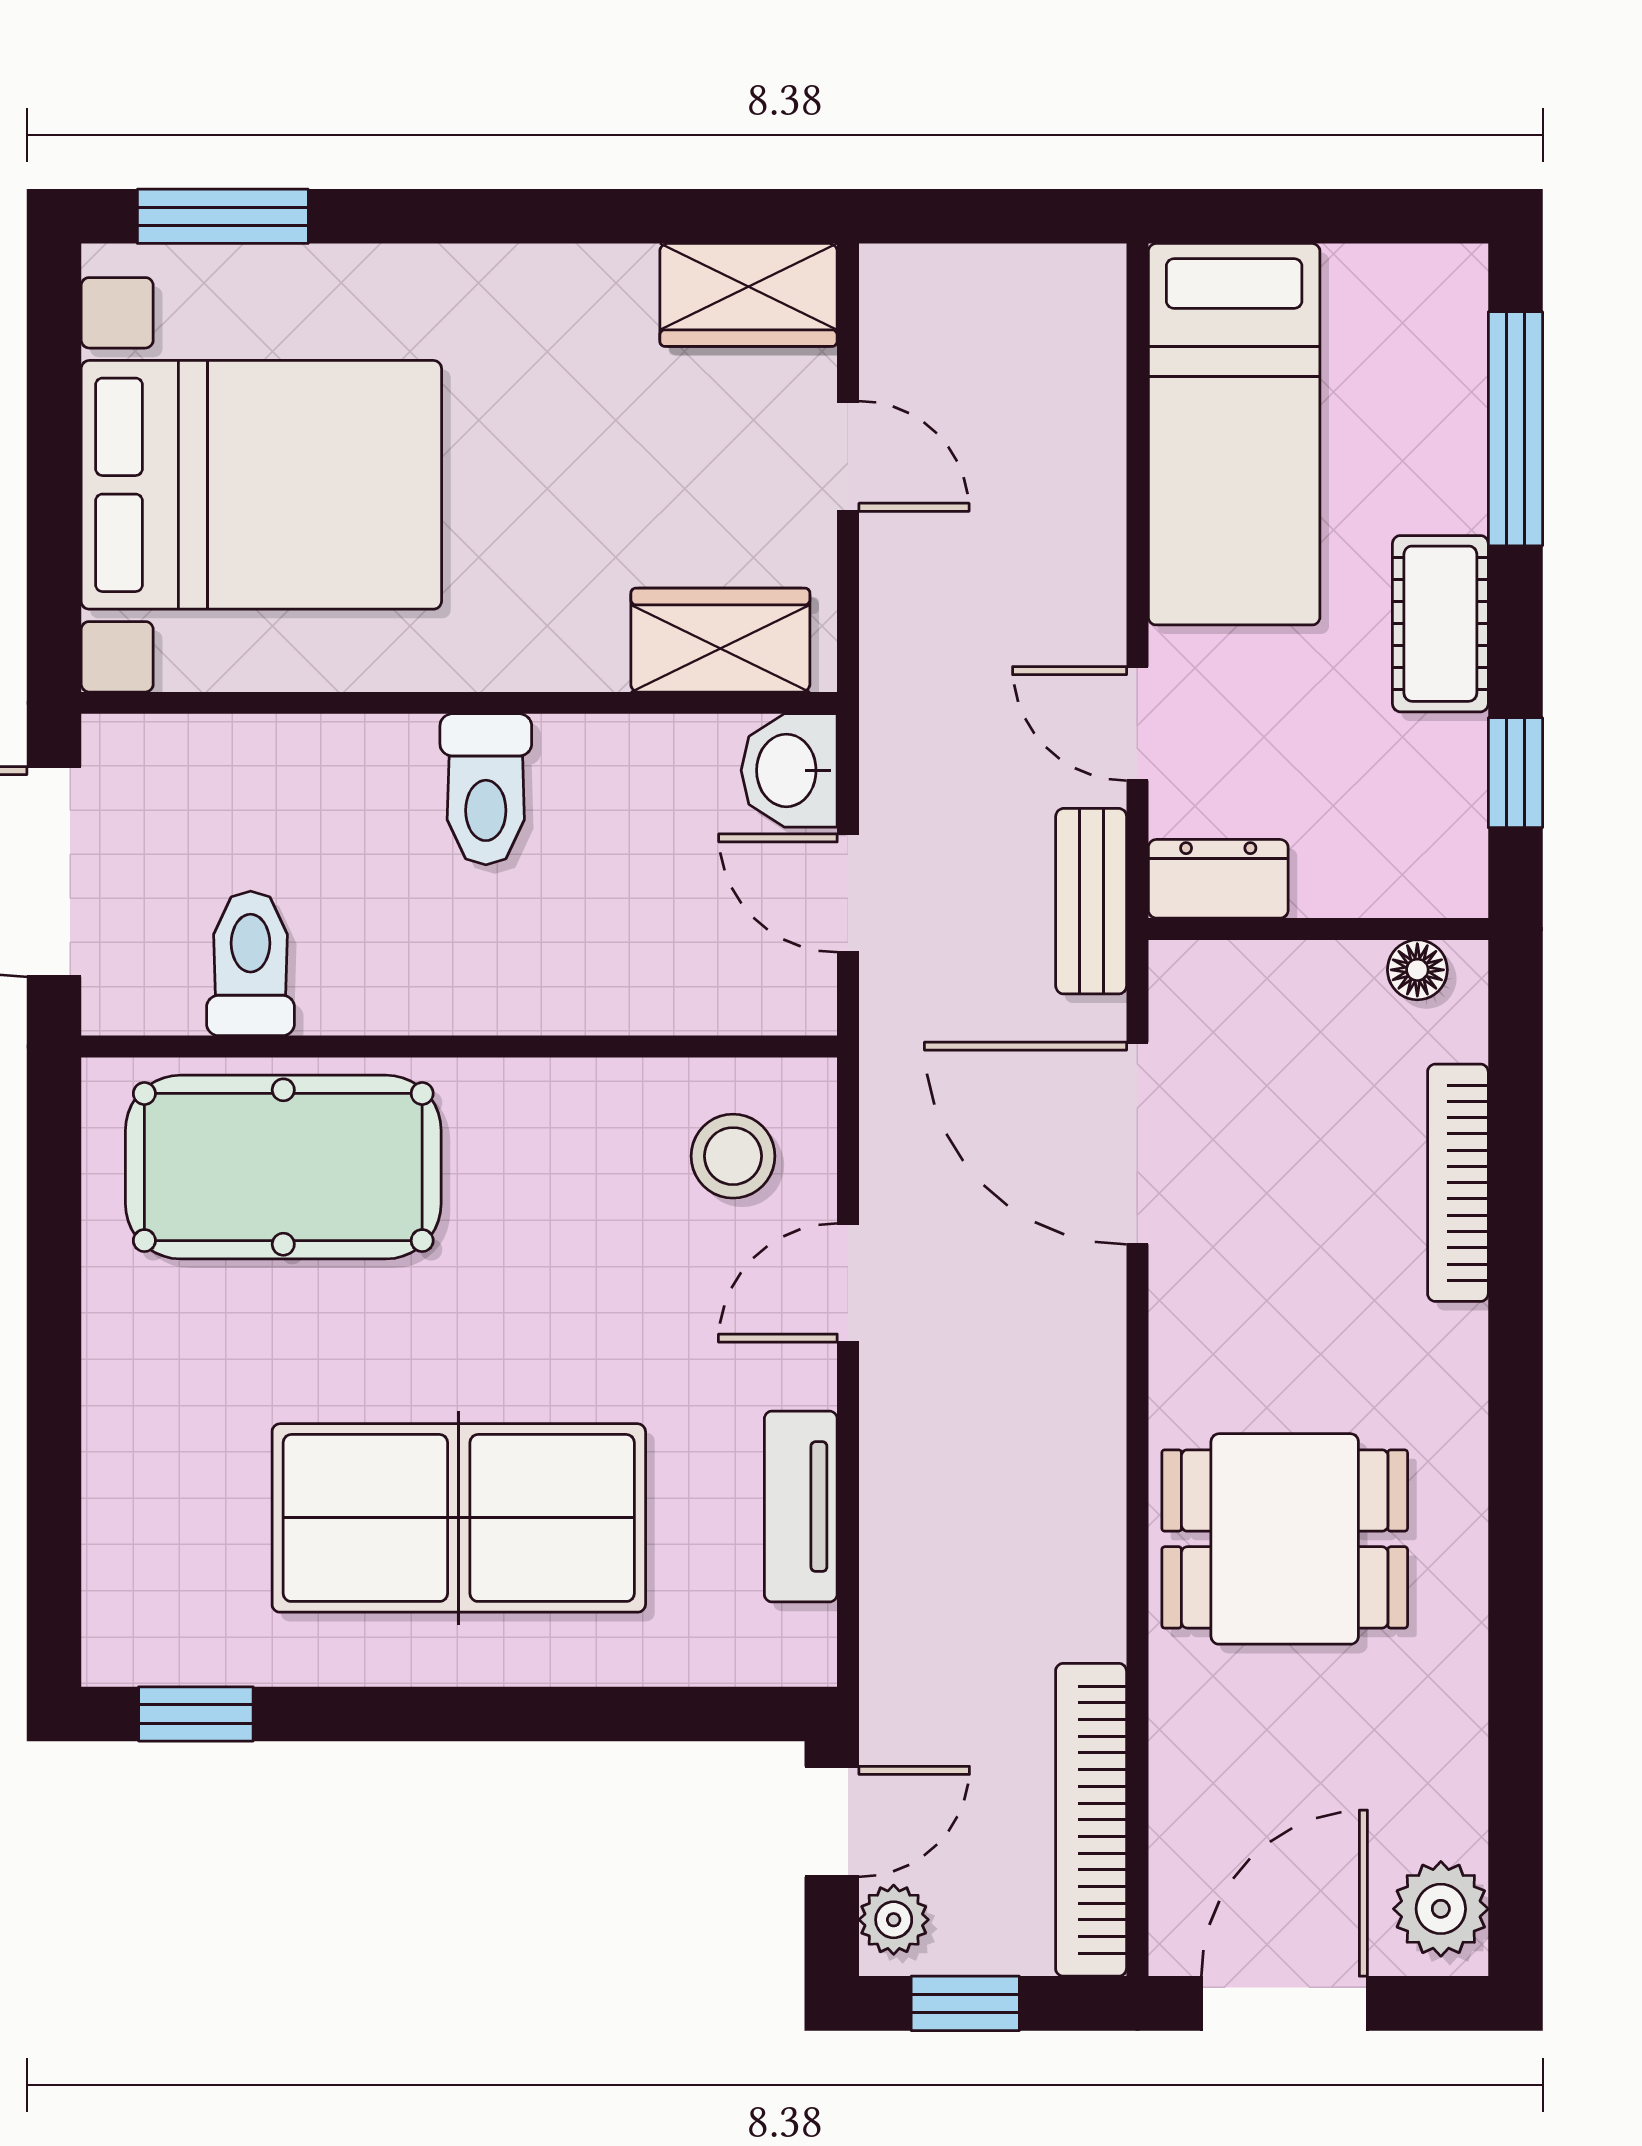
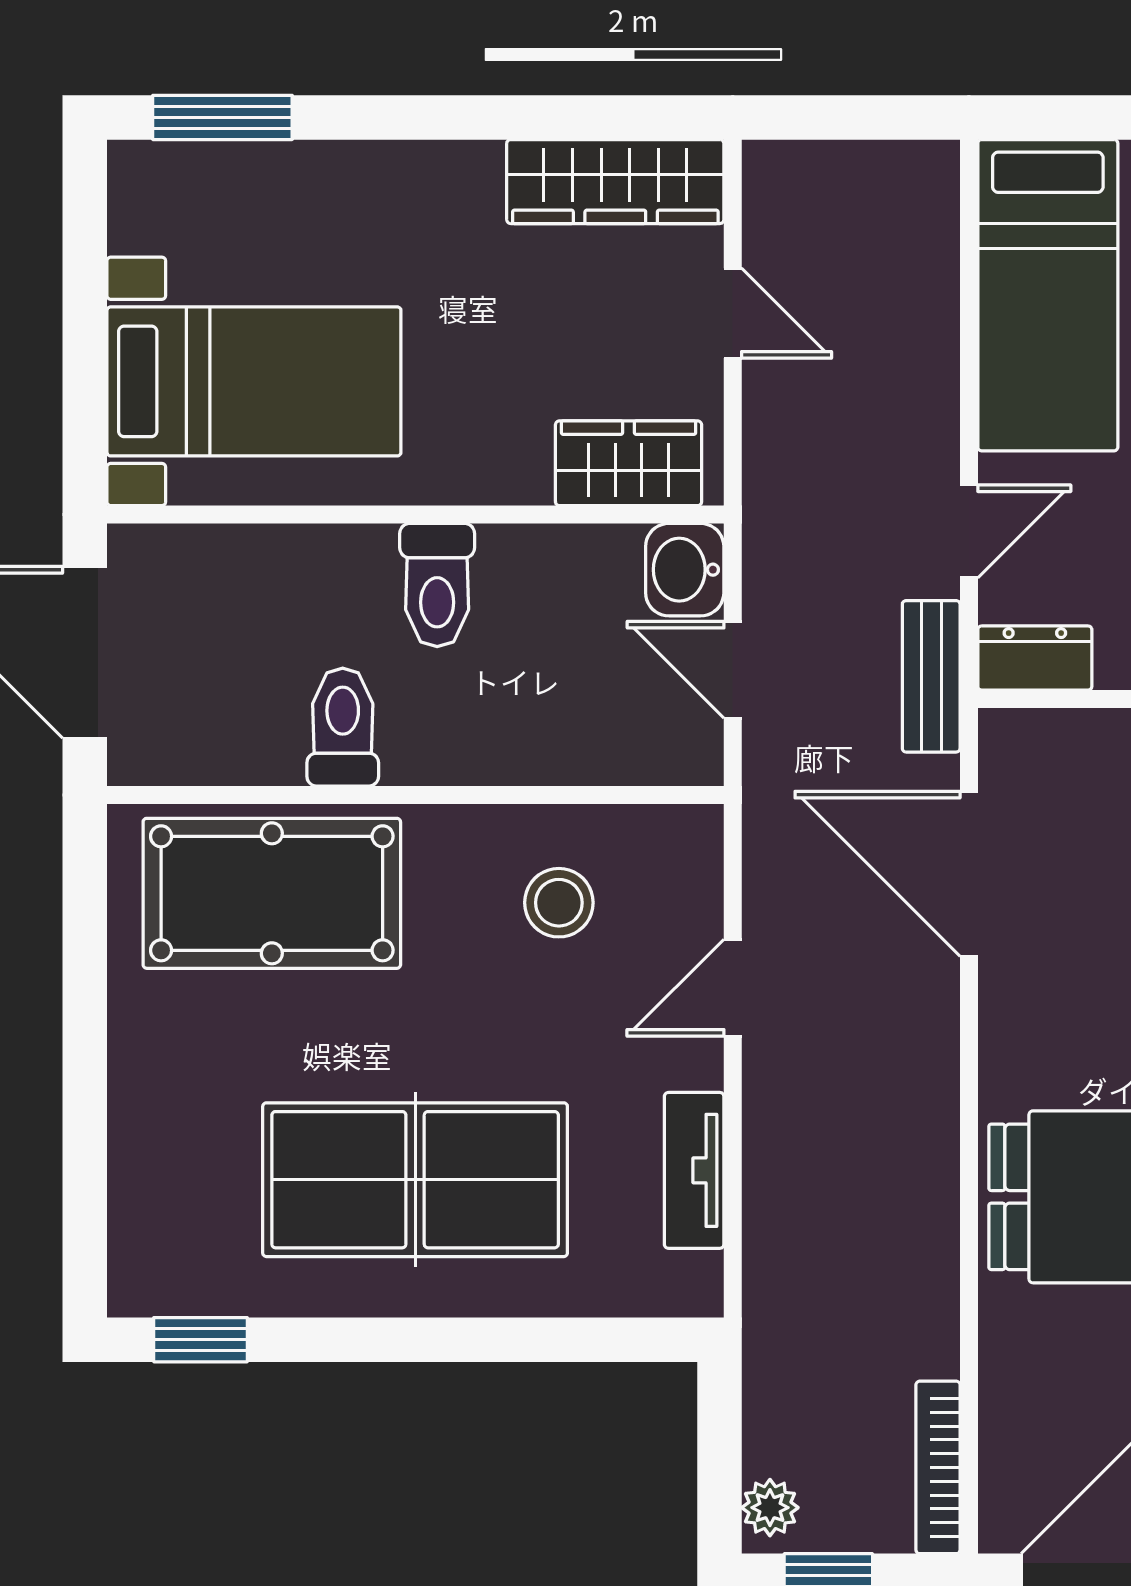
wardrobe: (748, 295) -> (615, 182), width x1.50
bed with nightstands: (261, 485) -> (254, 381), width x0.73
door: (1137, 724) -> (969, 531), swing flipped
toilet: (251, 963) -> (343, 727), moved
stool: (733, 1156) -> (559, 903), moved
bookcase: (1091, 1820) -> (938, 1467), width x0.68, depth x0.76
door: (832, 1822) -> (719, 1427), removed

